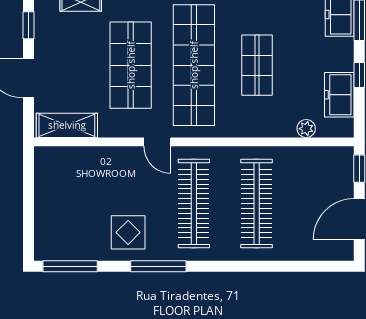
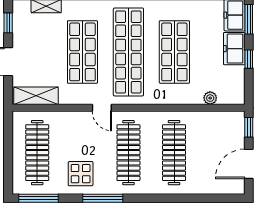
shop shelf: (257, 65) -> (174, 52), width x1.43, depth x1.36
freezer: (339, 95) -> (234, 49), moved
clothes rail: (68, 204) -> (37, 153), added

